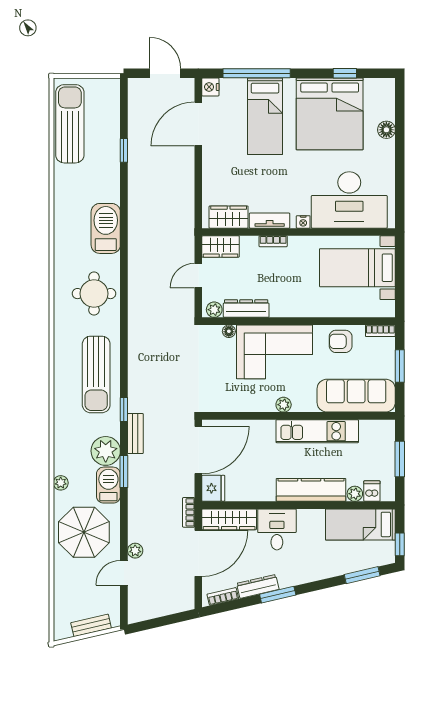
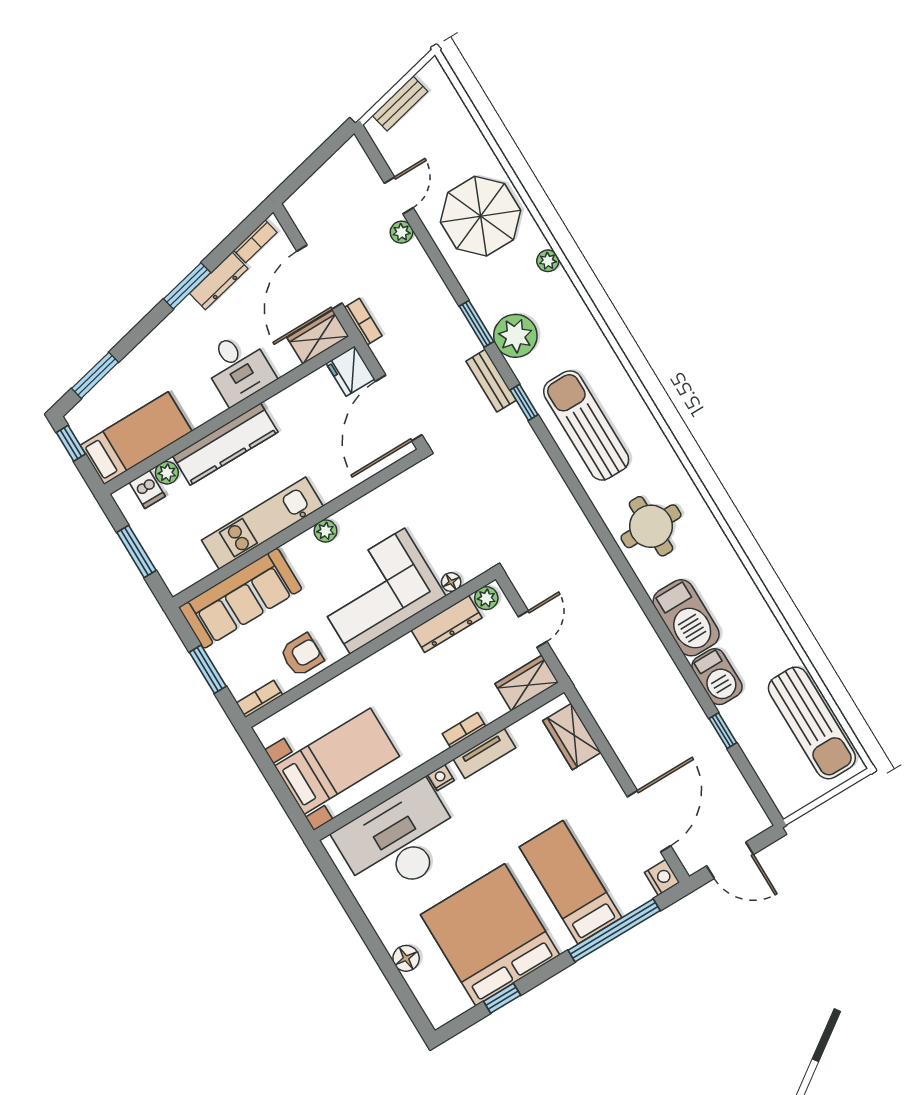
wardrobe: (229, 217) -> (572, 737), moved, turned 90
barbecue: (108, 485) -> (717, 677), moved
wardrobe: (229, 519) -> (318, 337), width x0.67

